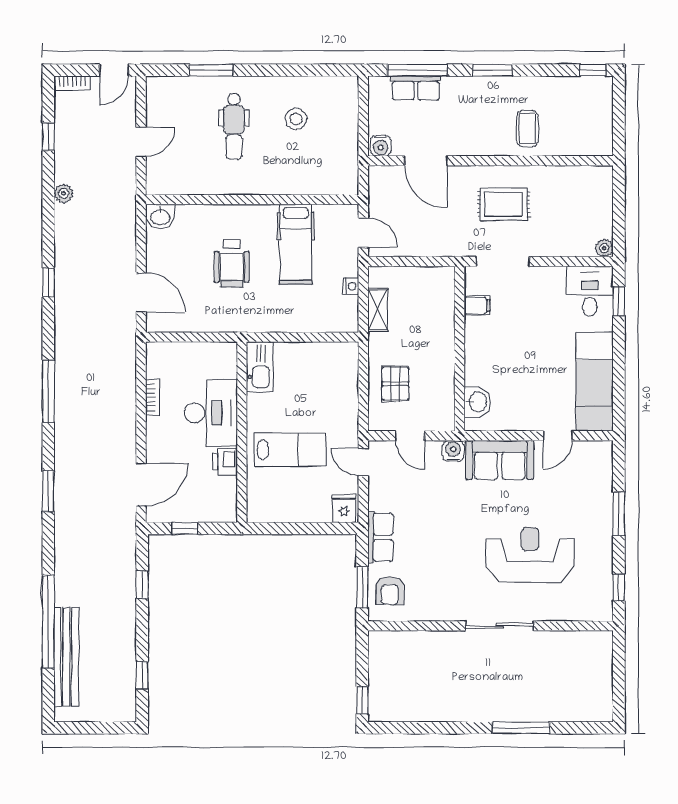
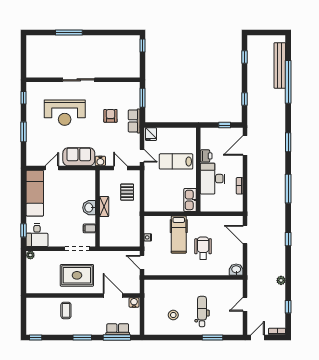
rug: (504, 204) -> (77, 275), width x1.36, depth x1.43
hospital bed: (296, 244) -> (179, 234), moved, turned 180
shelving: (378, 310) -> (104, 207), moved
washbasin: (477, 402) -> (89, 208), moved
armchair: (390, 591) -> (110, 116), moved

